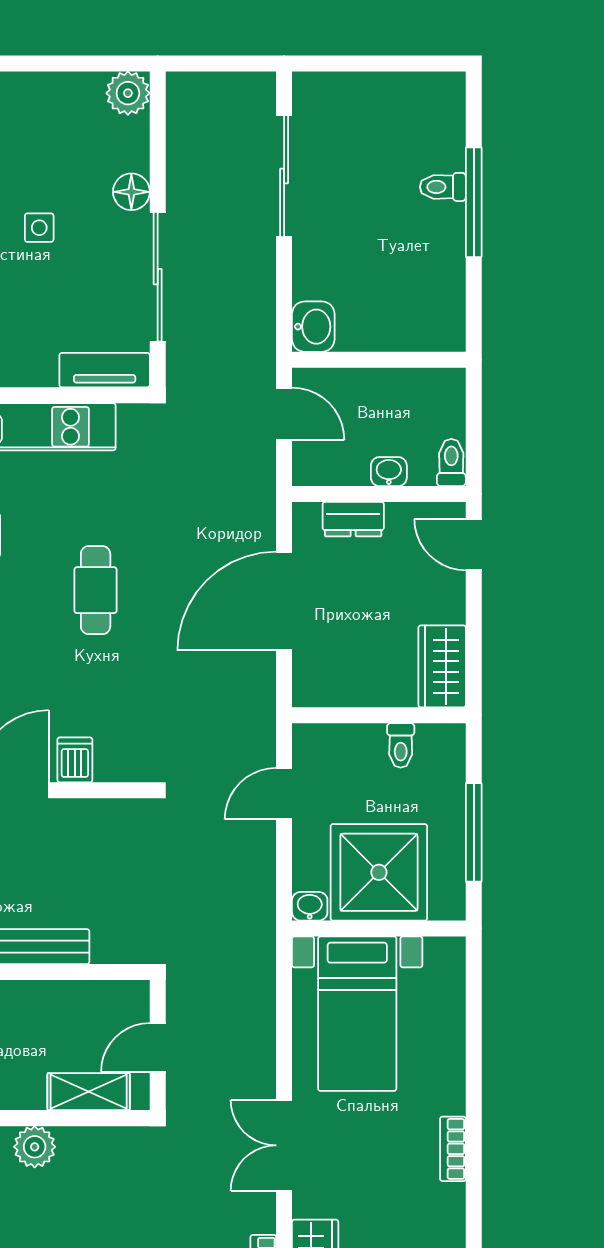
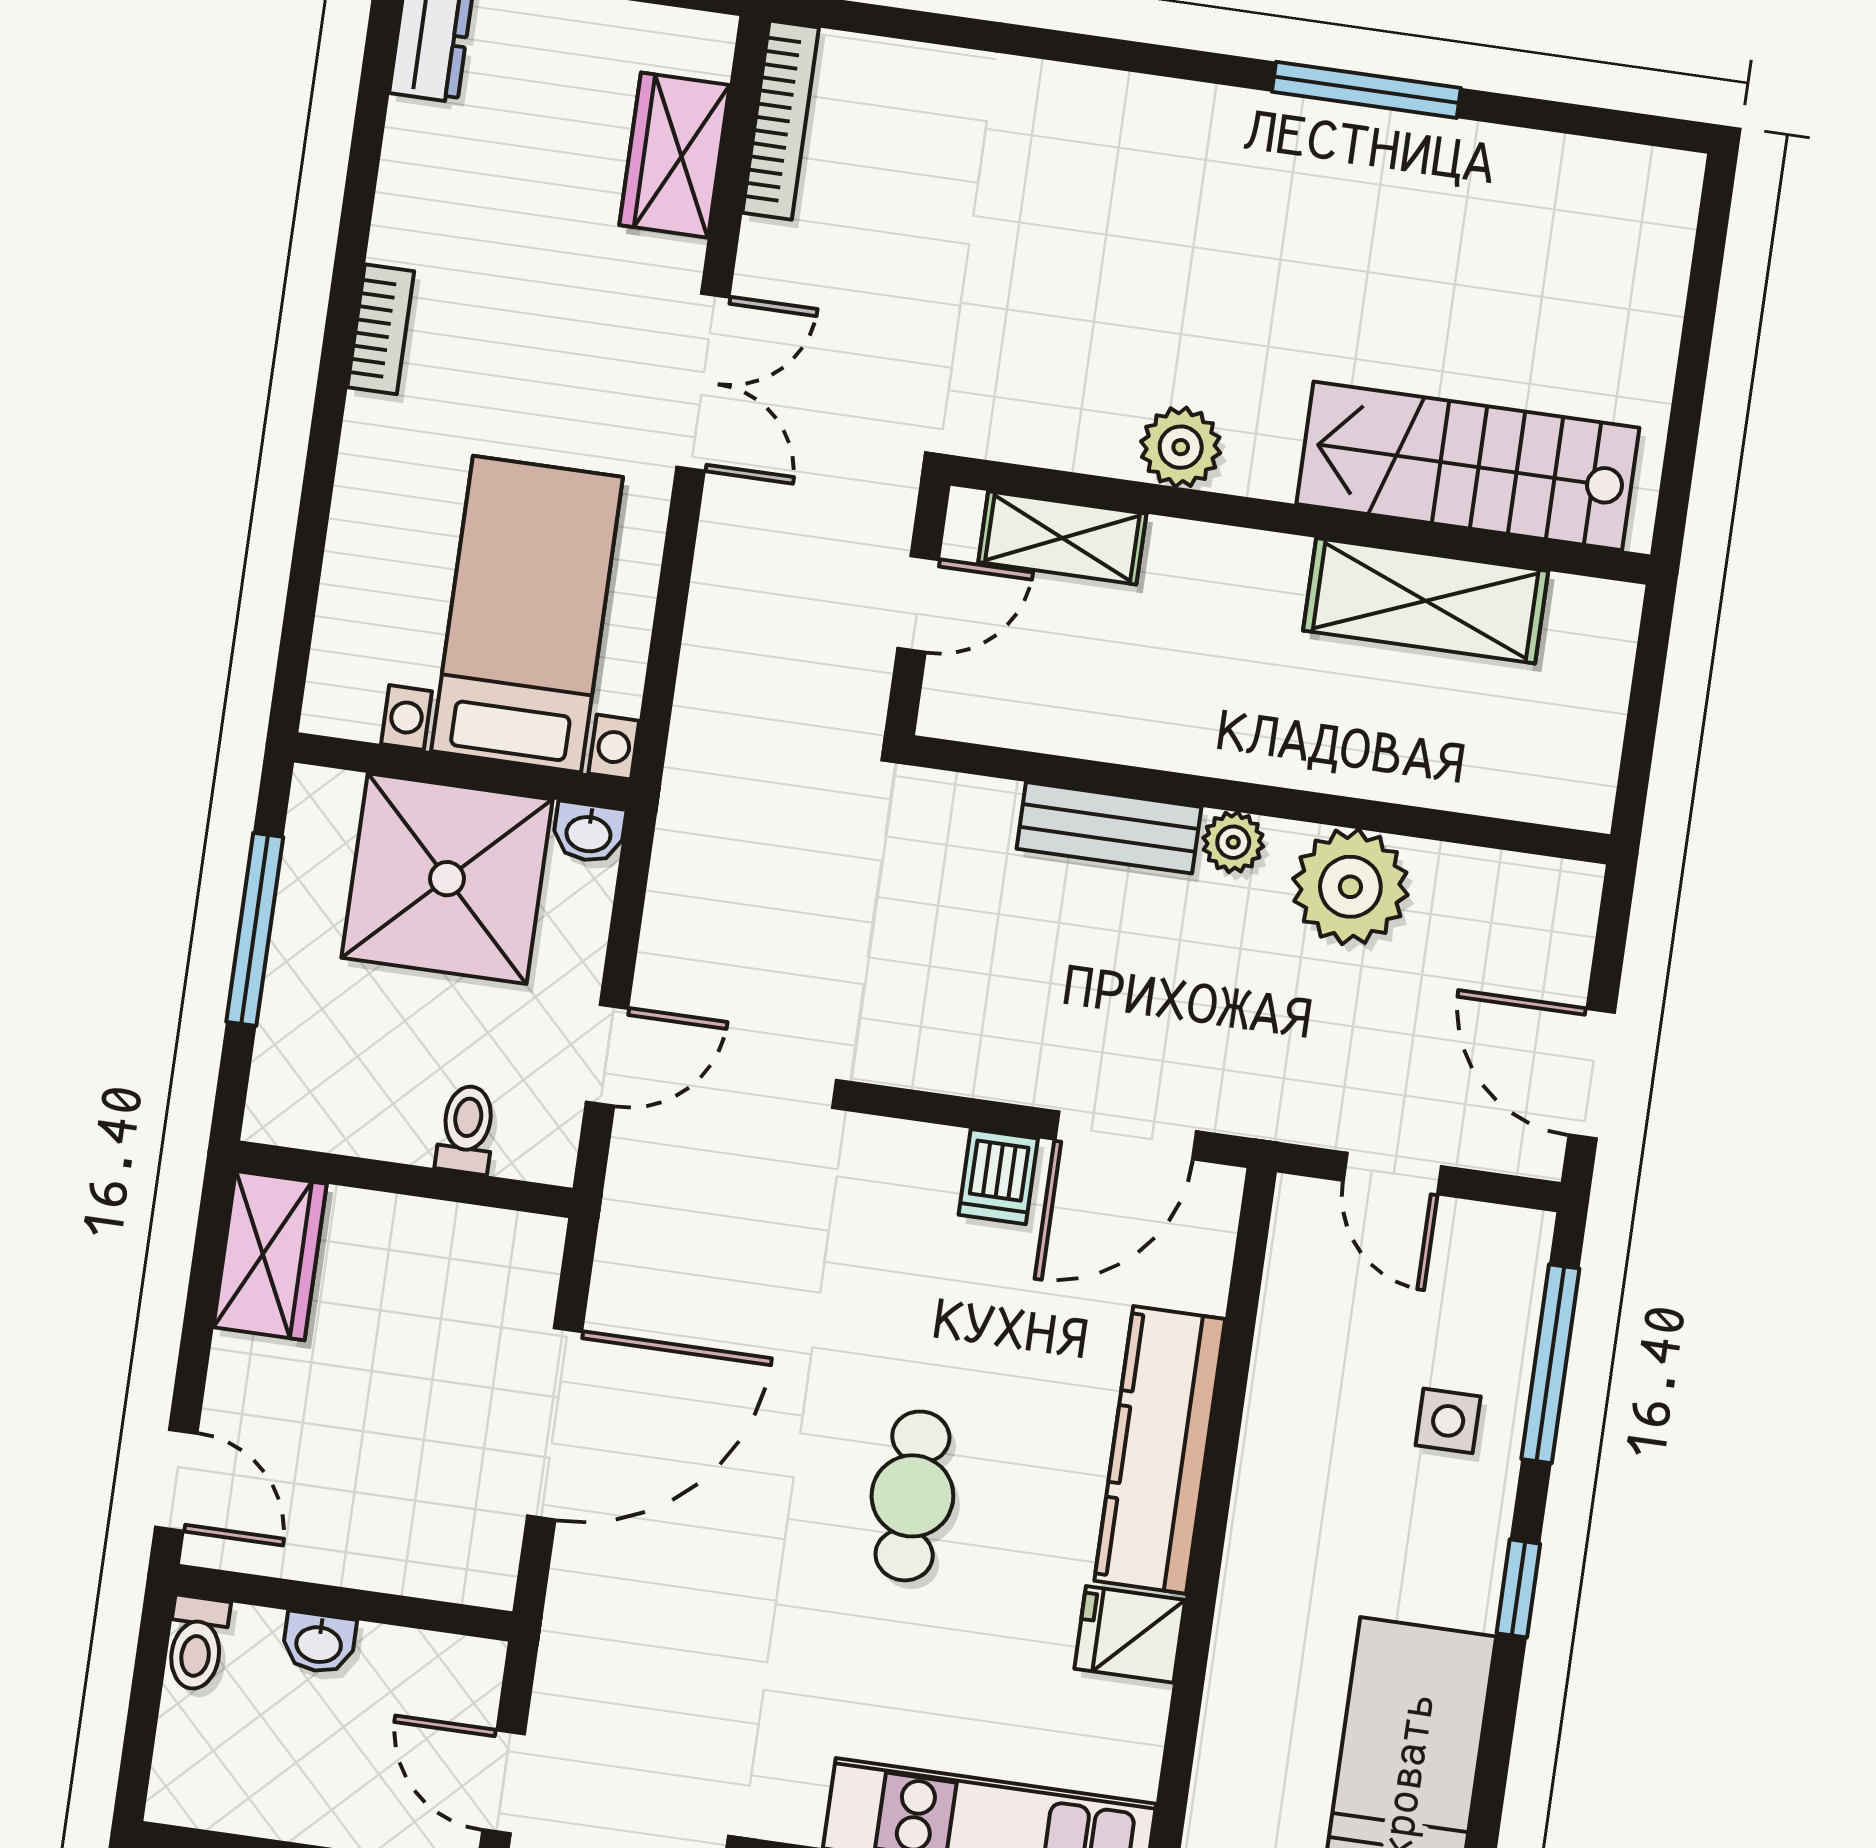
dresser: (353, 519) -> (400, 1562), removed
toilet: (401, 745) -> (467, 1129), moved

